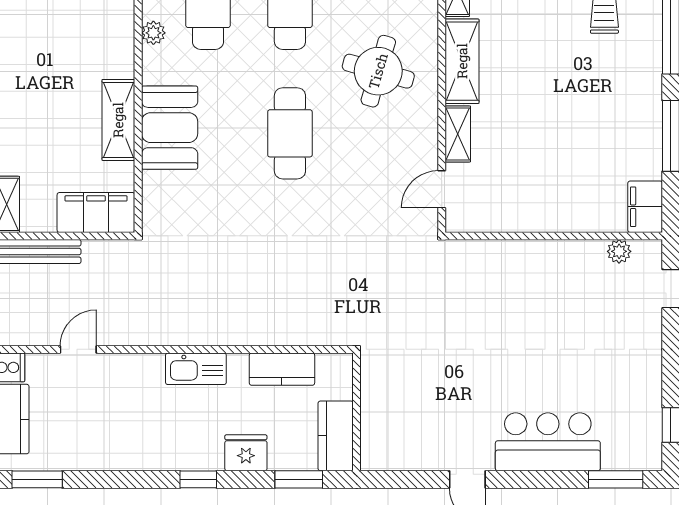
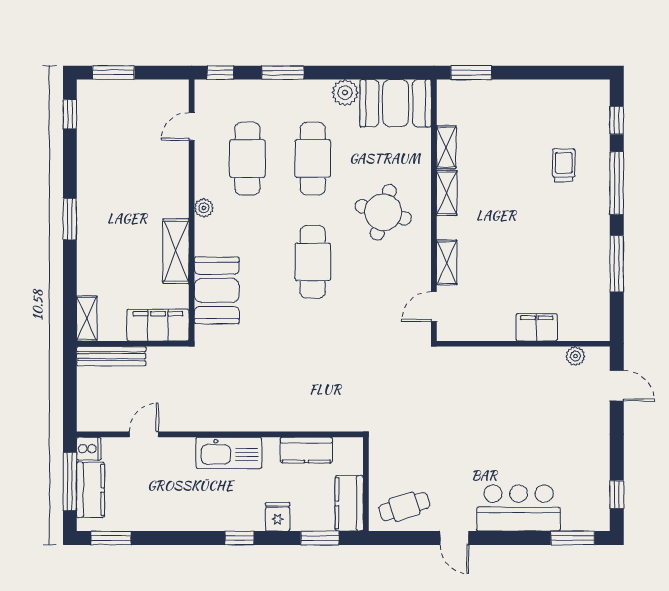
plant: (153, 33) -> (204, 208), moved
shelving: (462, 61) -> (447, 193), width x0.67, depth x0.75
booth: (170, 128) -> (217, 290), moved
filing cabinet: (645, 207) -> (537, 327), moved, turned 90
kitchen sink: (196, 369) -> (229, 453), width x1.36, depth x1.24
cafe table: (405, 440) -> (404, 507), added
fridge: (246, 453) -> (278, 517), width x0.72

